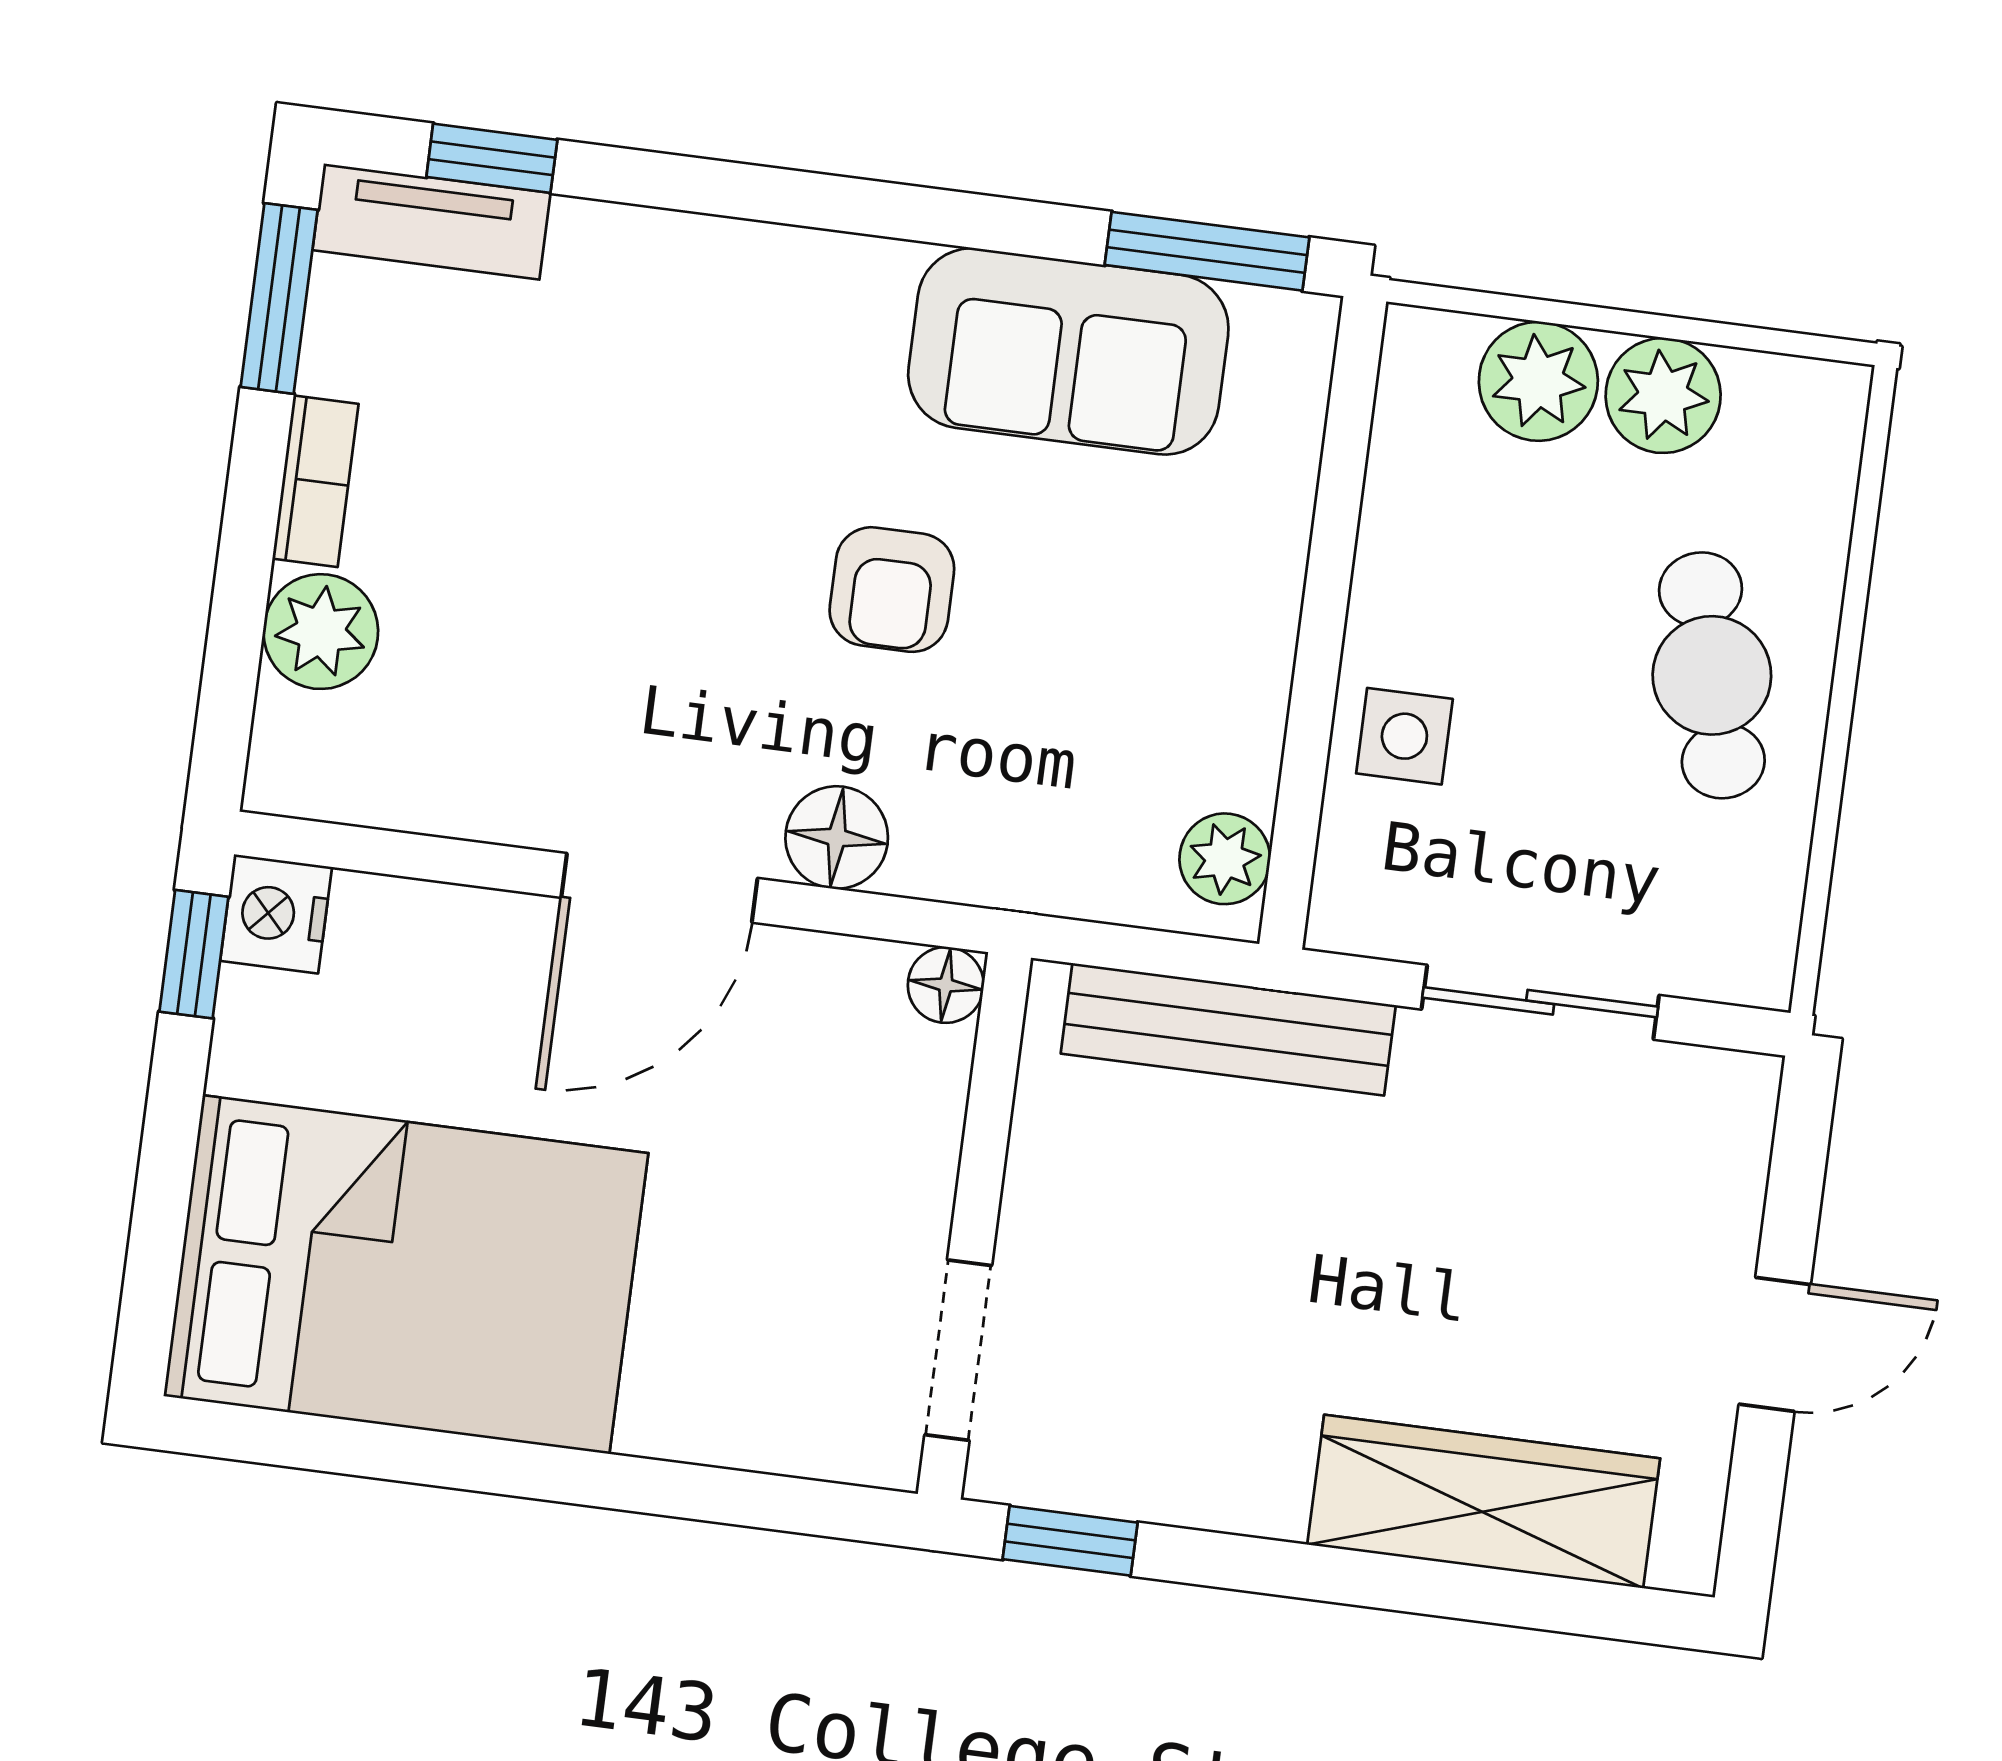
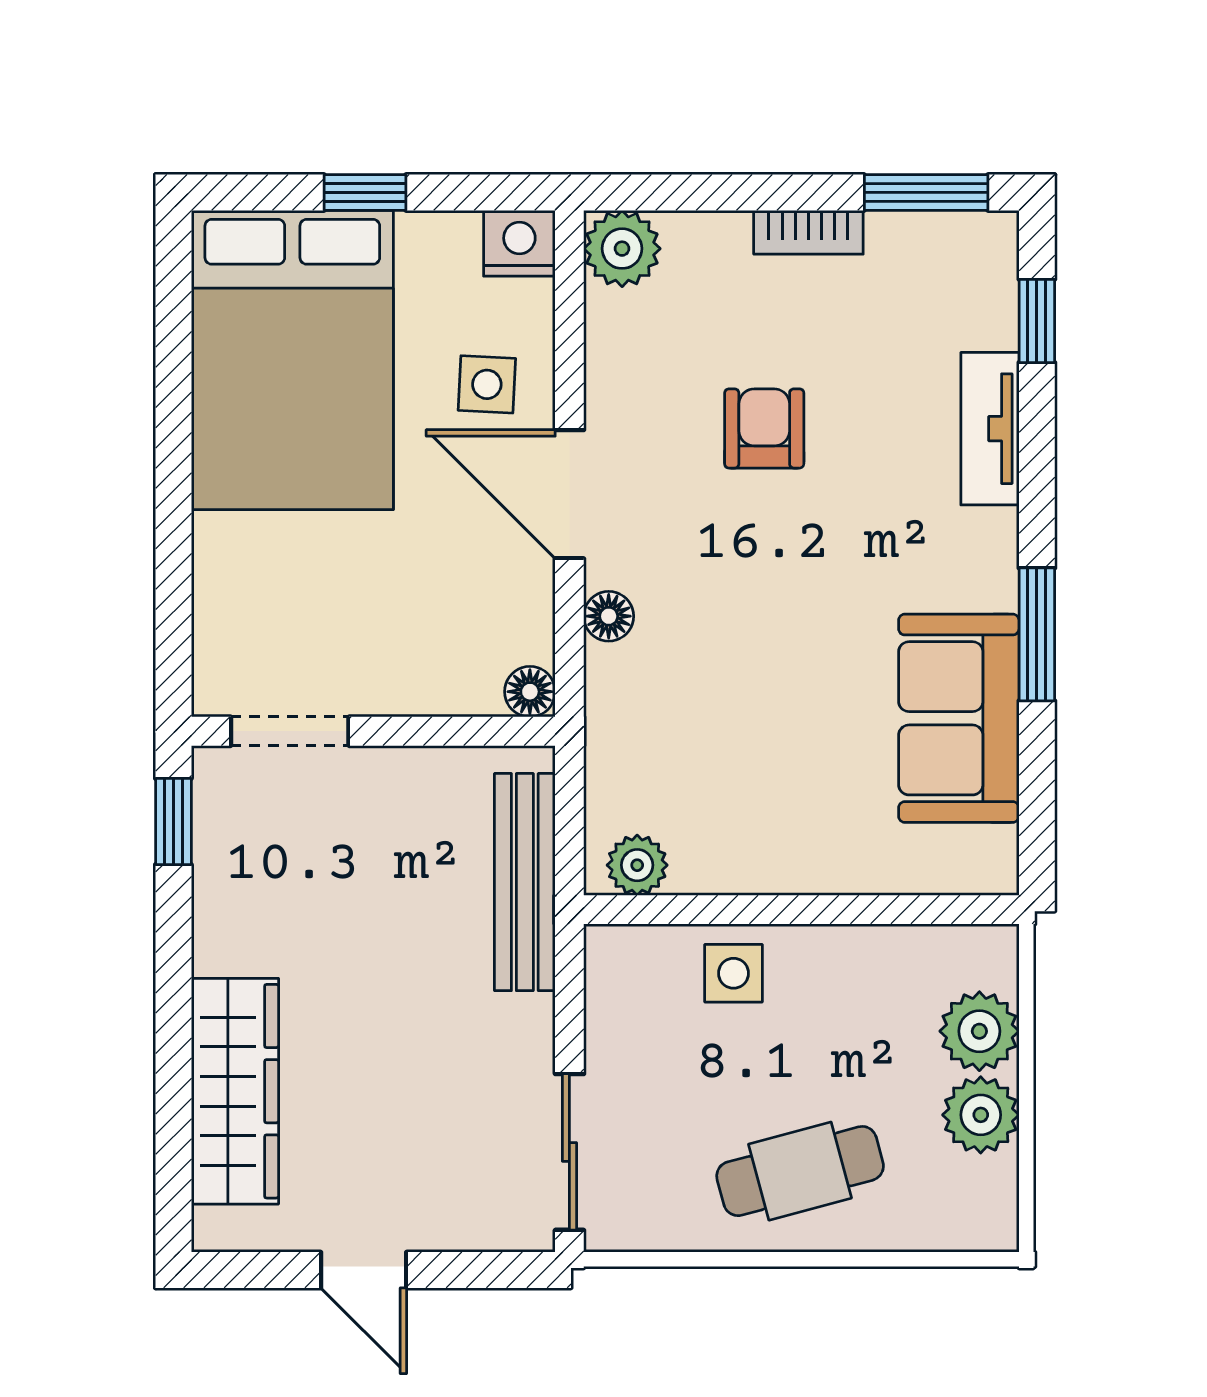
tv unit: (431, 222) -> (990, 429), moved
window: (1207, 251) -> (1037, 634), moved
armchair: (892, 590) -> (764, 428), moved, turned 90
plant: (321, 632) -> (622, 249), moved
floor lamp: (837, 837) -> (609, 616), width x0.73, depth x0.73
window: (194, 954) -> (365, 192), moved
side table: (480, 990) -> (487, 384), added
sliding door: (1540, 1002) -> (569, 1152), moved

